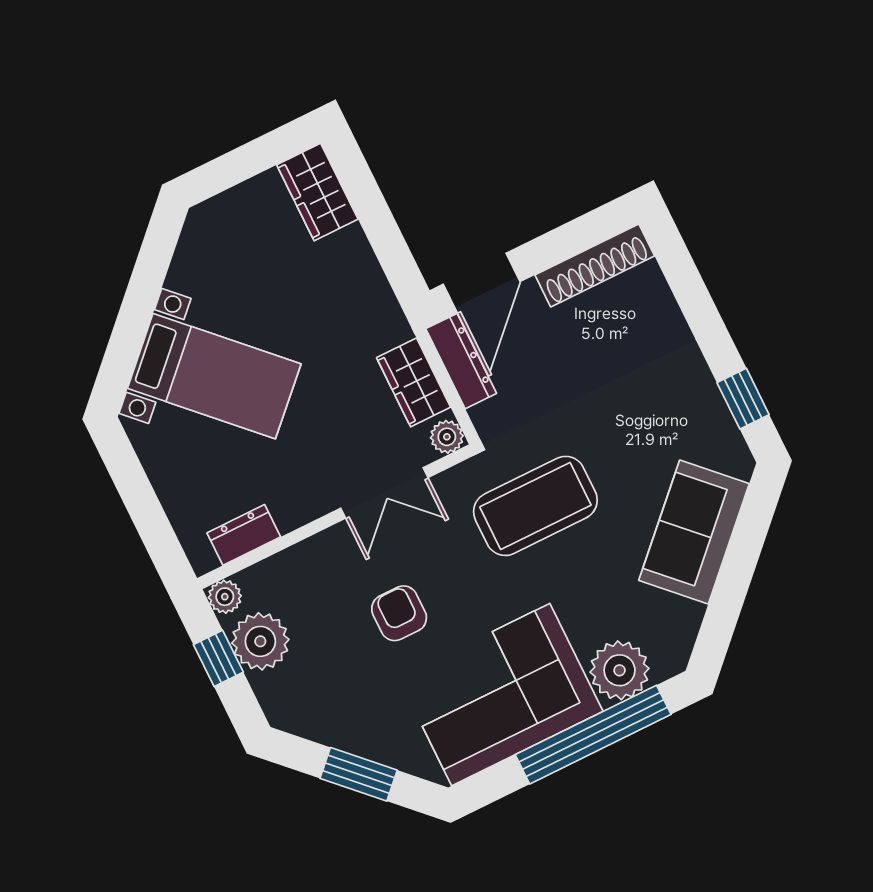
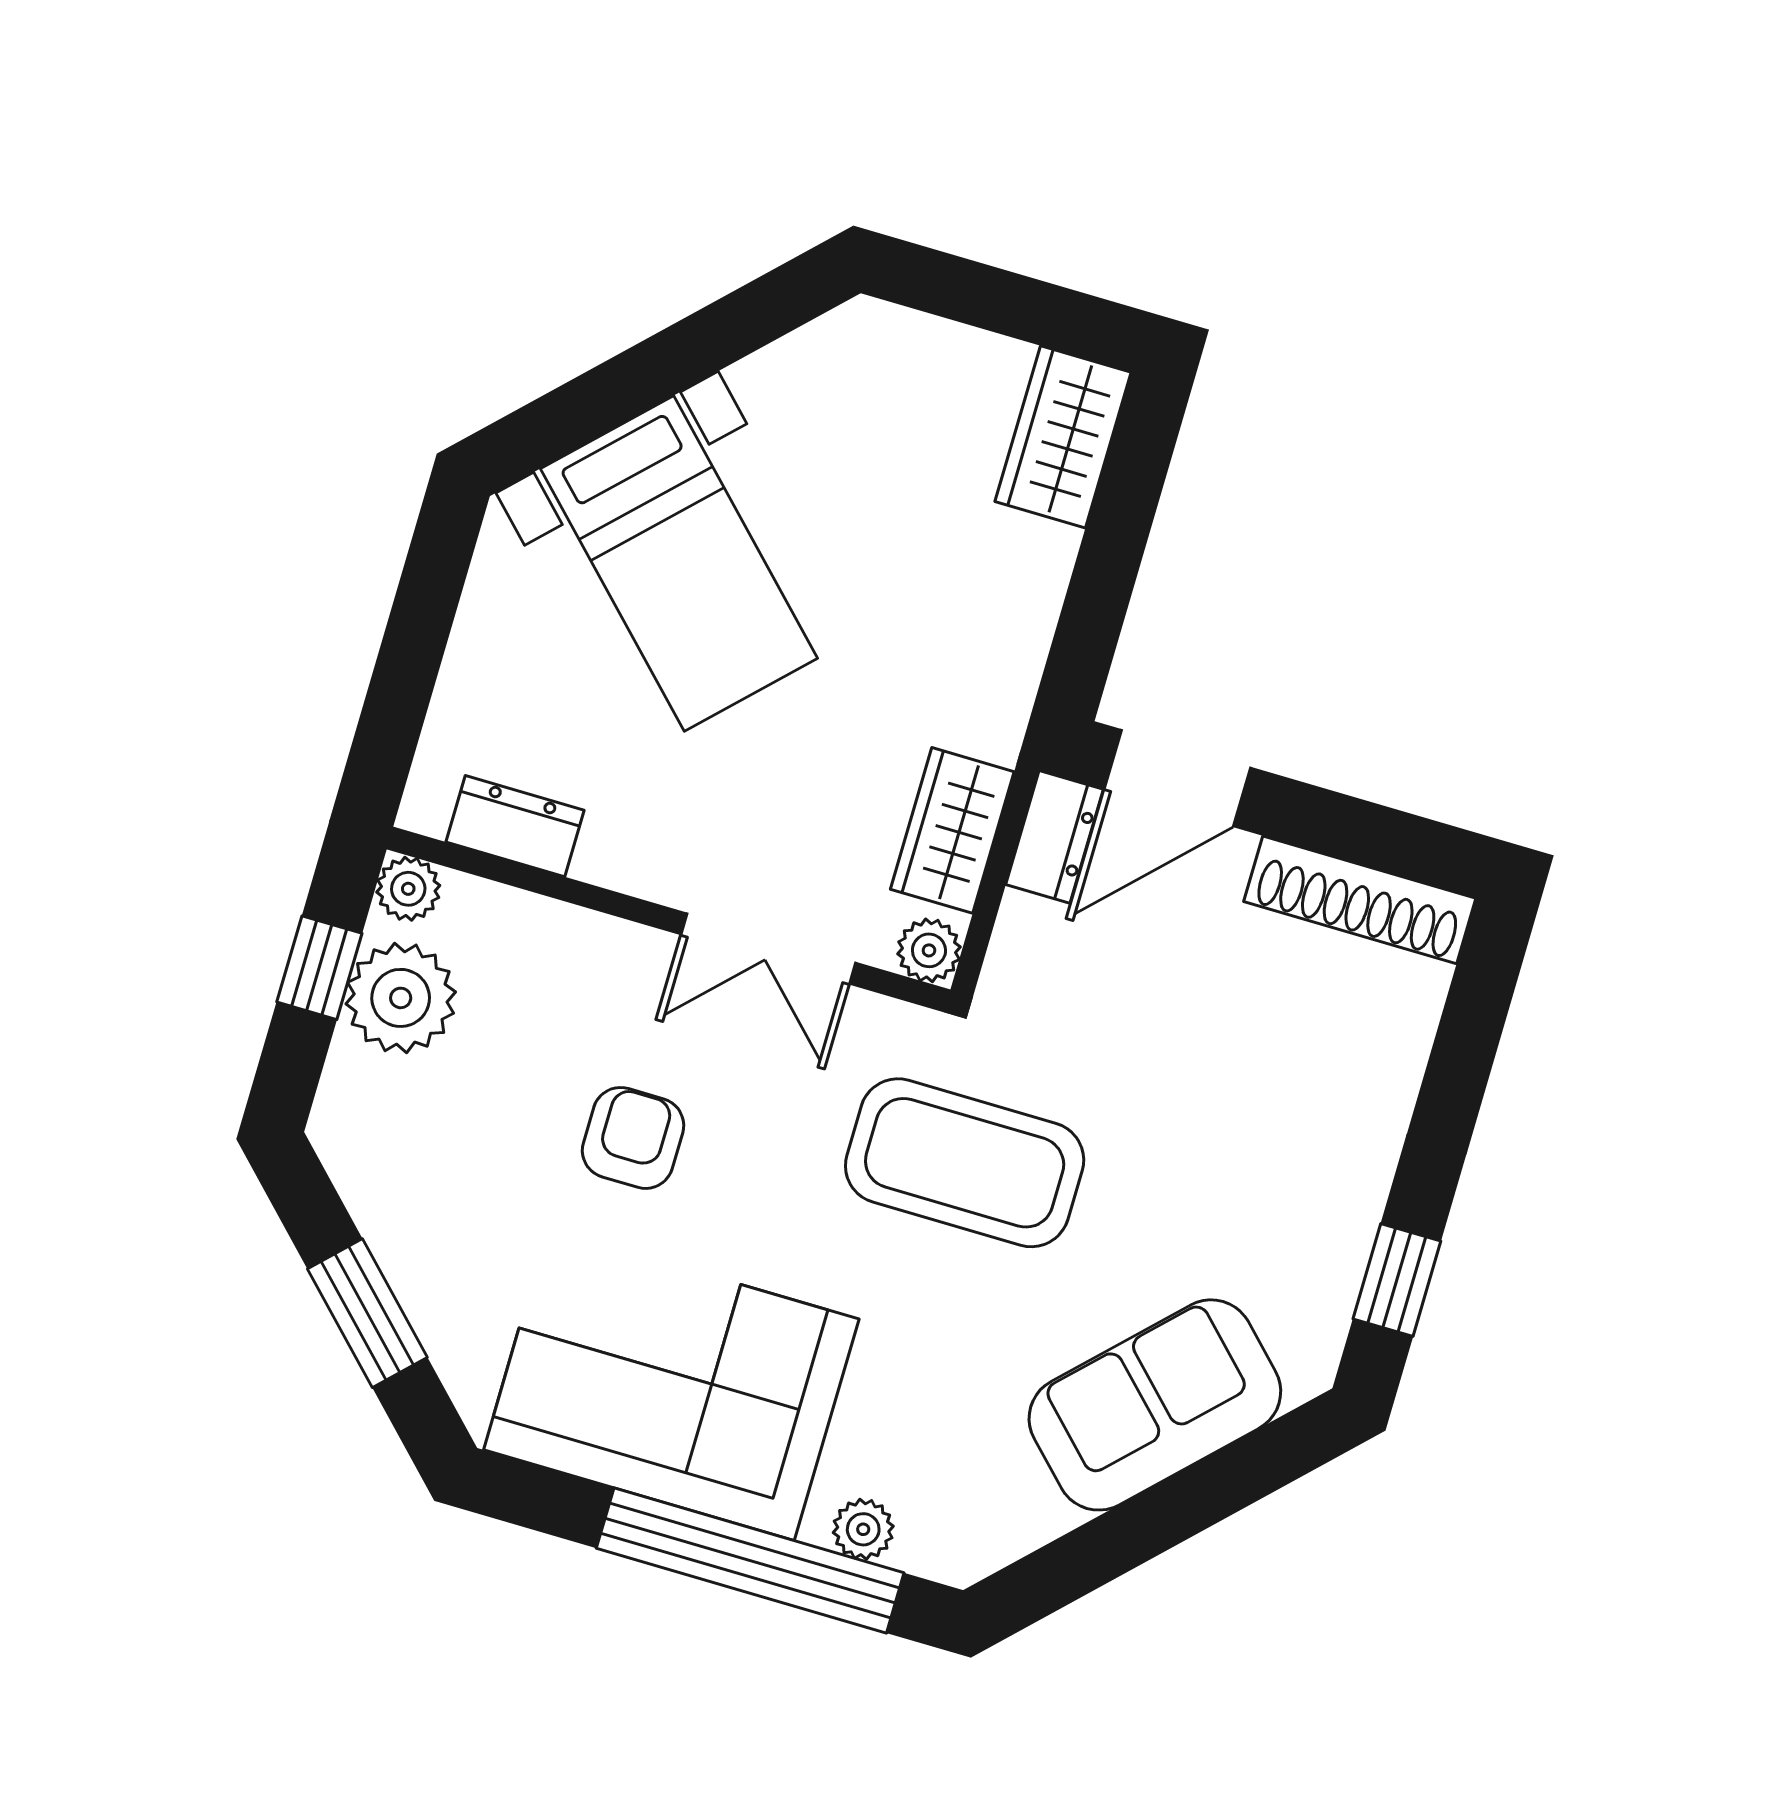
dresser: (461, 361) -> (1055, 837), width x0.70
plant: (620, 670) -> (863, 1529), width x0.53, depth x0.53

